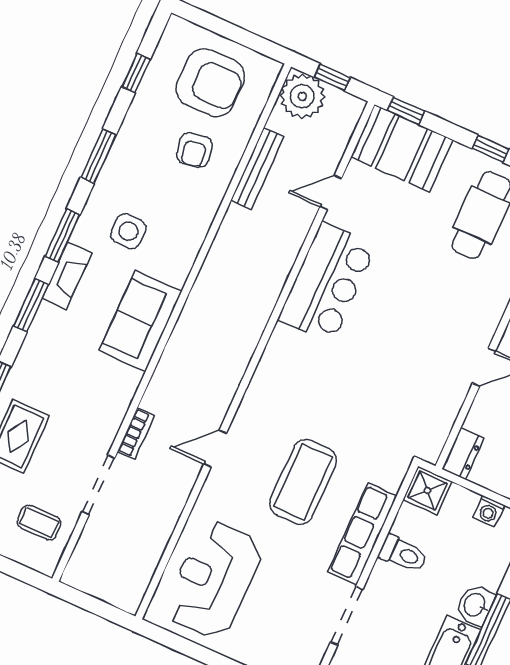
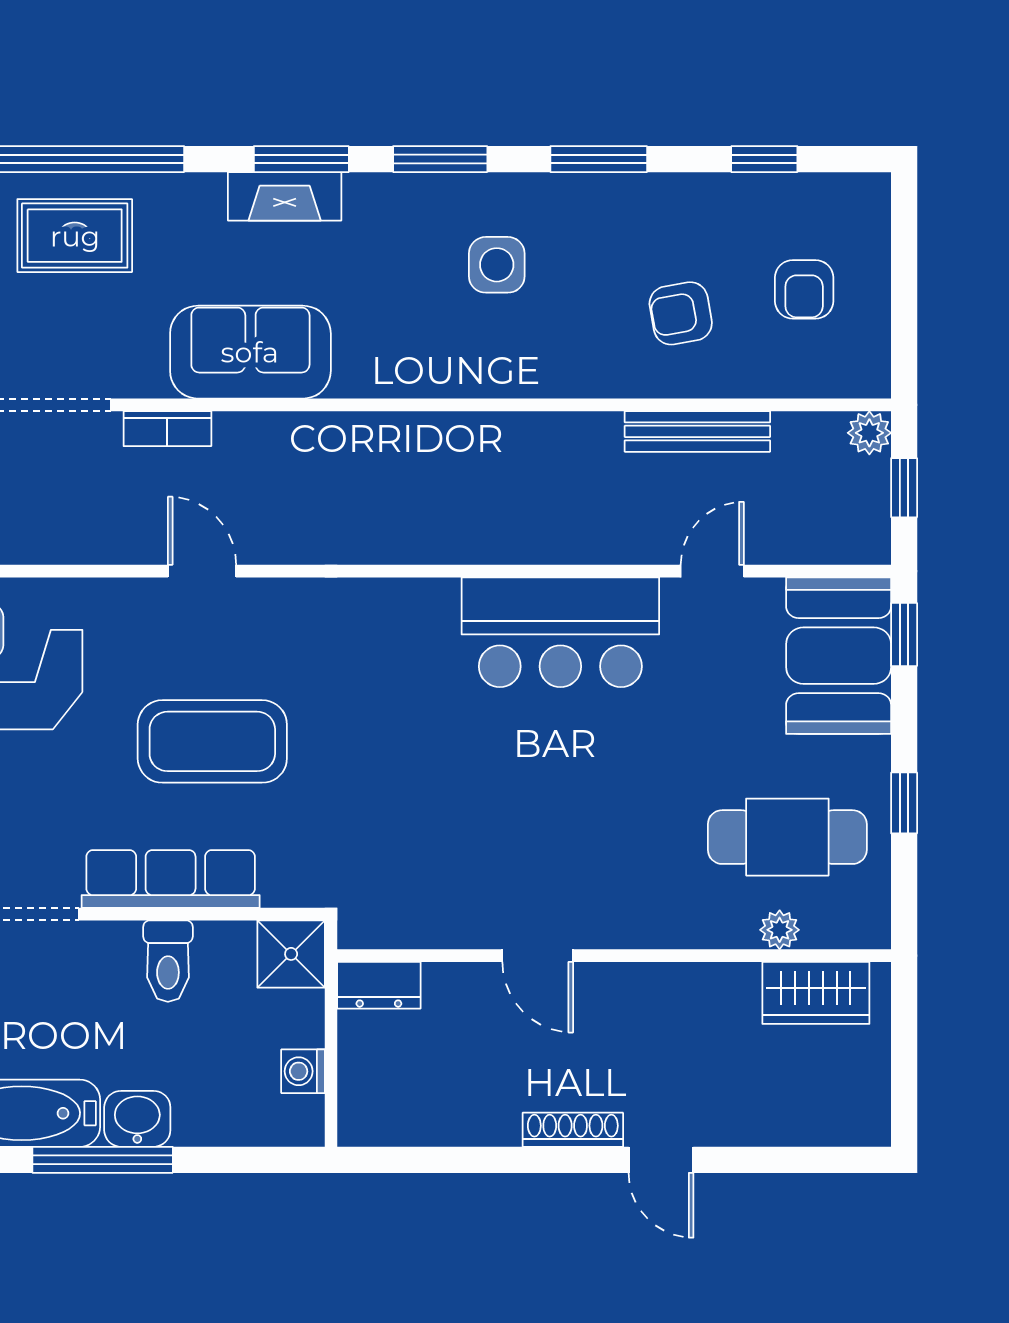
armchair: (210, 83) -> (804, 289), width x0.53, depth x0.53
plant: (302, 96) -> (869, 433), width x0.53, depth x0.53
door: (331, 192) -> (712, 571), hinge flipped
fireplace: (67, 276) -> (285, 196), moved
sofa: (140, 321) -> (250, 352), moved

